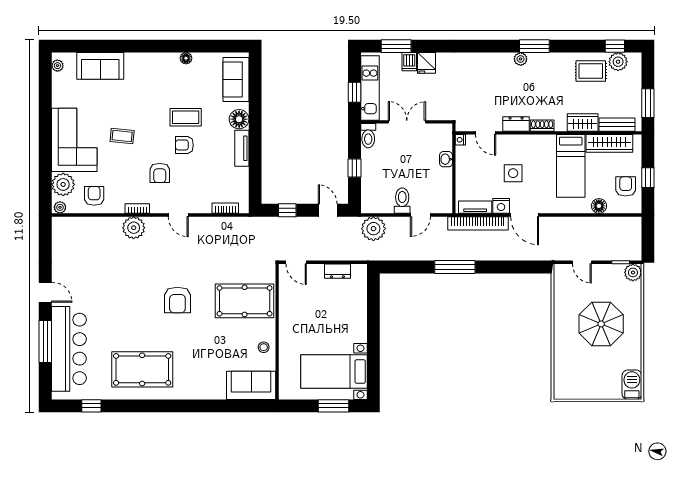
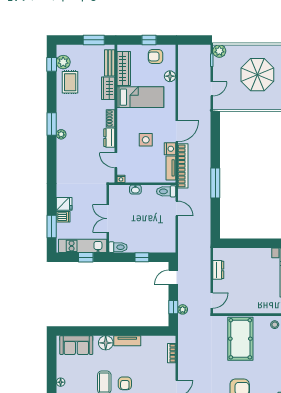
door: (486, 133) -> (116, 160), swing flipped
toilet: (402, 201) -> (166, 191), moved
plant: (373, 229) -> (183, 309), moved, width x0.53, depth x0.53

